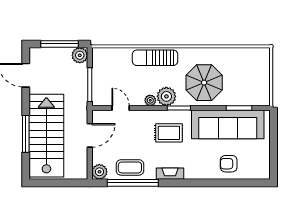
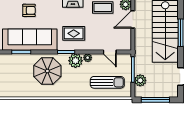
plant: (80, 55) -> (140, 80), moved
sun lounger: (155, 58) -> (107, 82), moved
door: (90, 135) -> (133, 19), moved

